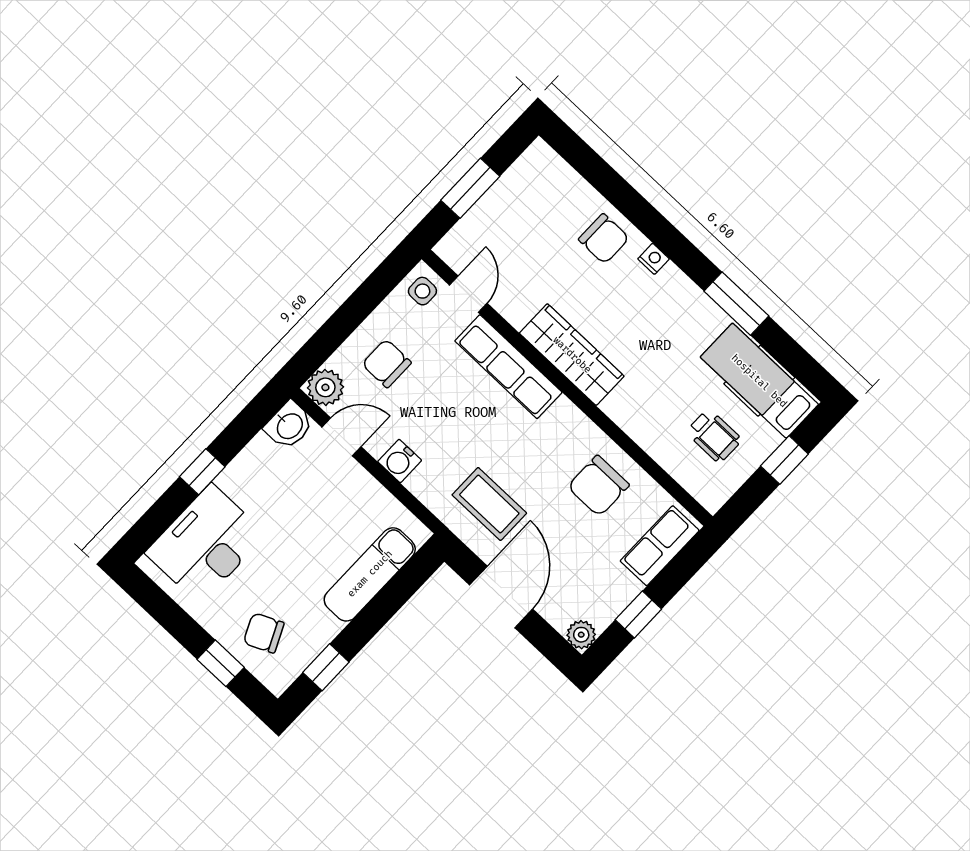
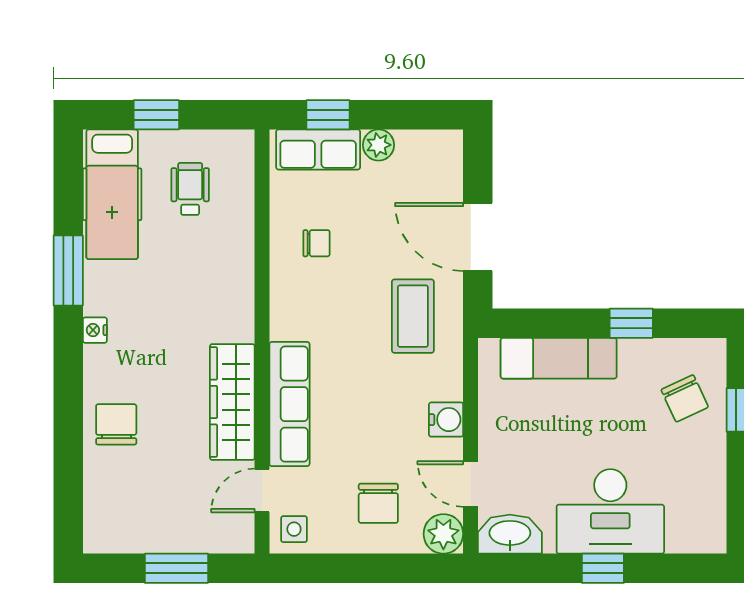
nightstand: (654, 259) -> (95, 330), moved
wardrobe: (572, 355) -> (232, 402), moved
washbasin: (289, 425) -> (510, 534), width x1.38
chair: (598, 486) -> (317, 243), width x0.54, depth x0.54
desk: (206, 544) -> (610, 511), moved
door: (501, 597) -> (478, 237), hinge flipped
window: (638, 614) -> (328, 115), moved
plant: (581, 635) -> (379, 145), moved
window: (326, 667) -> (631, 323), moved

